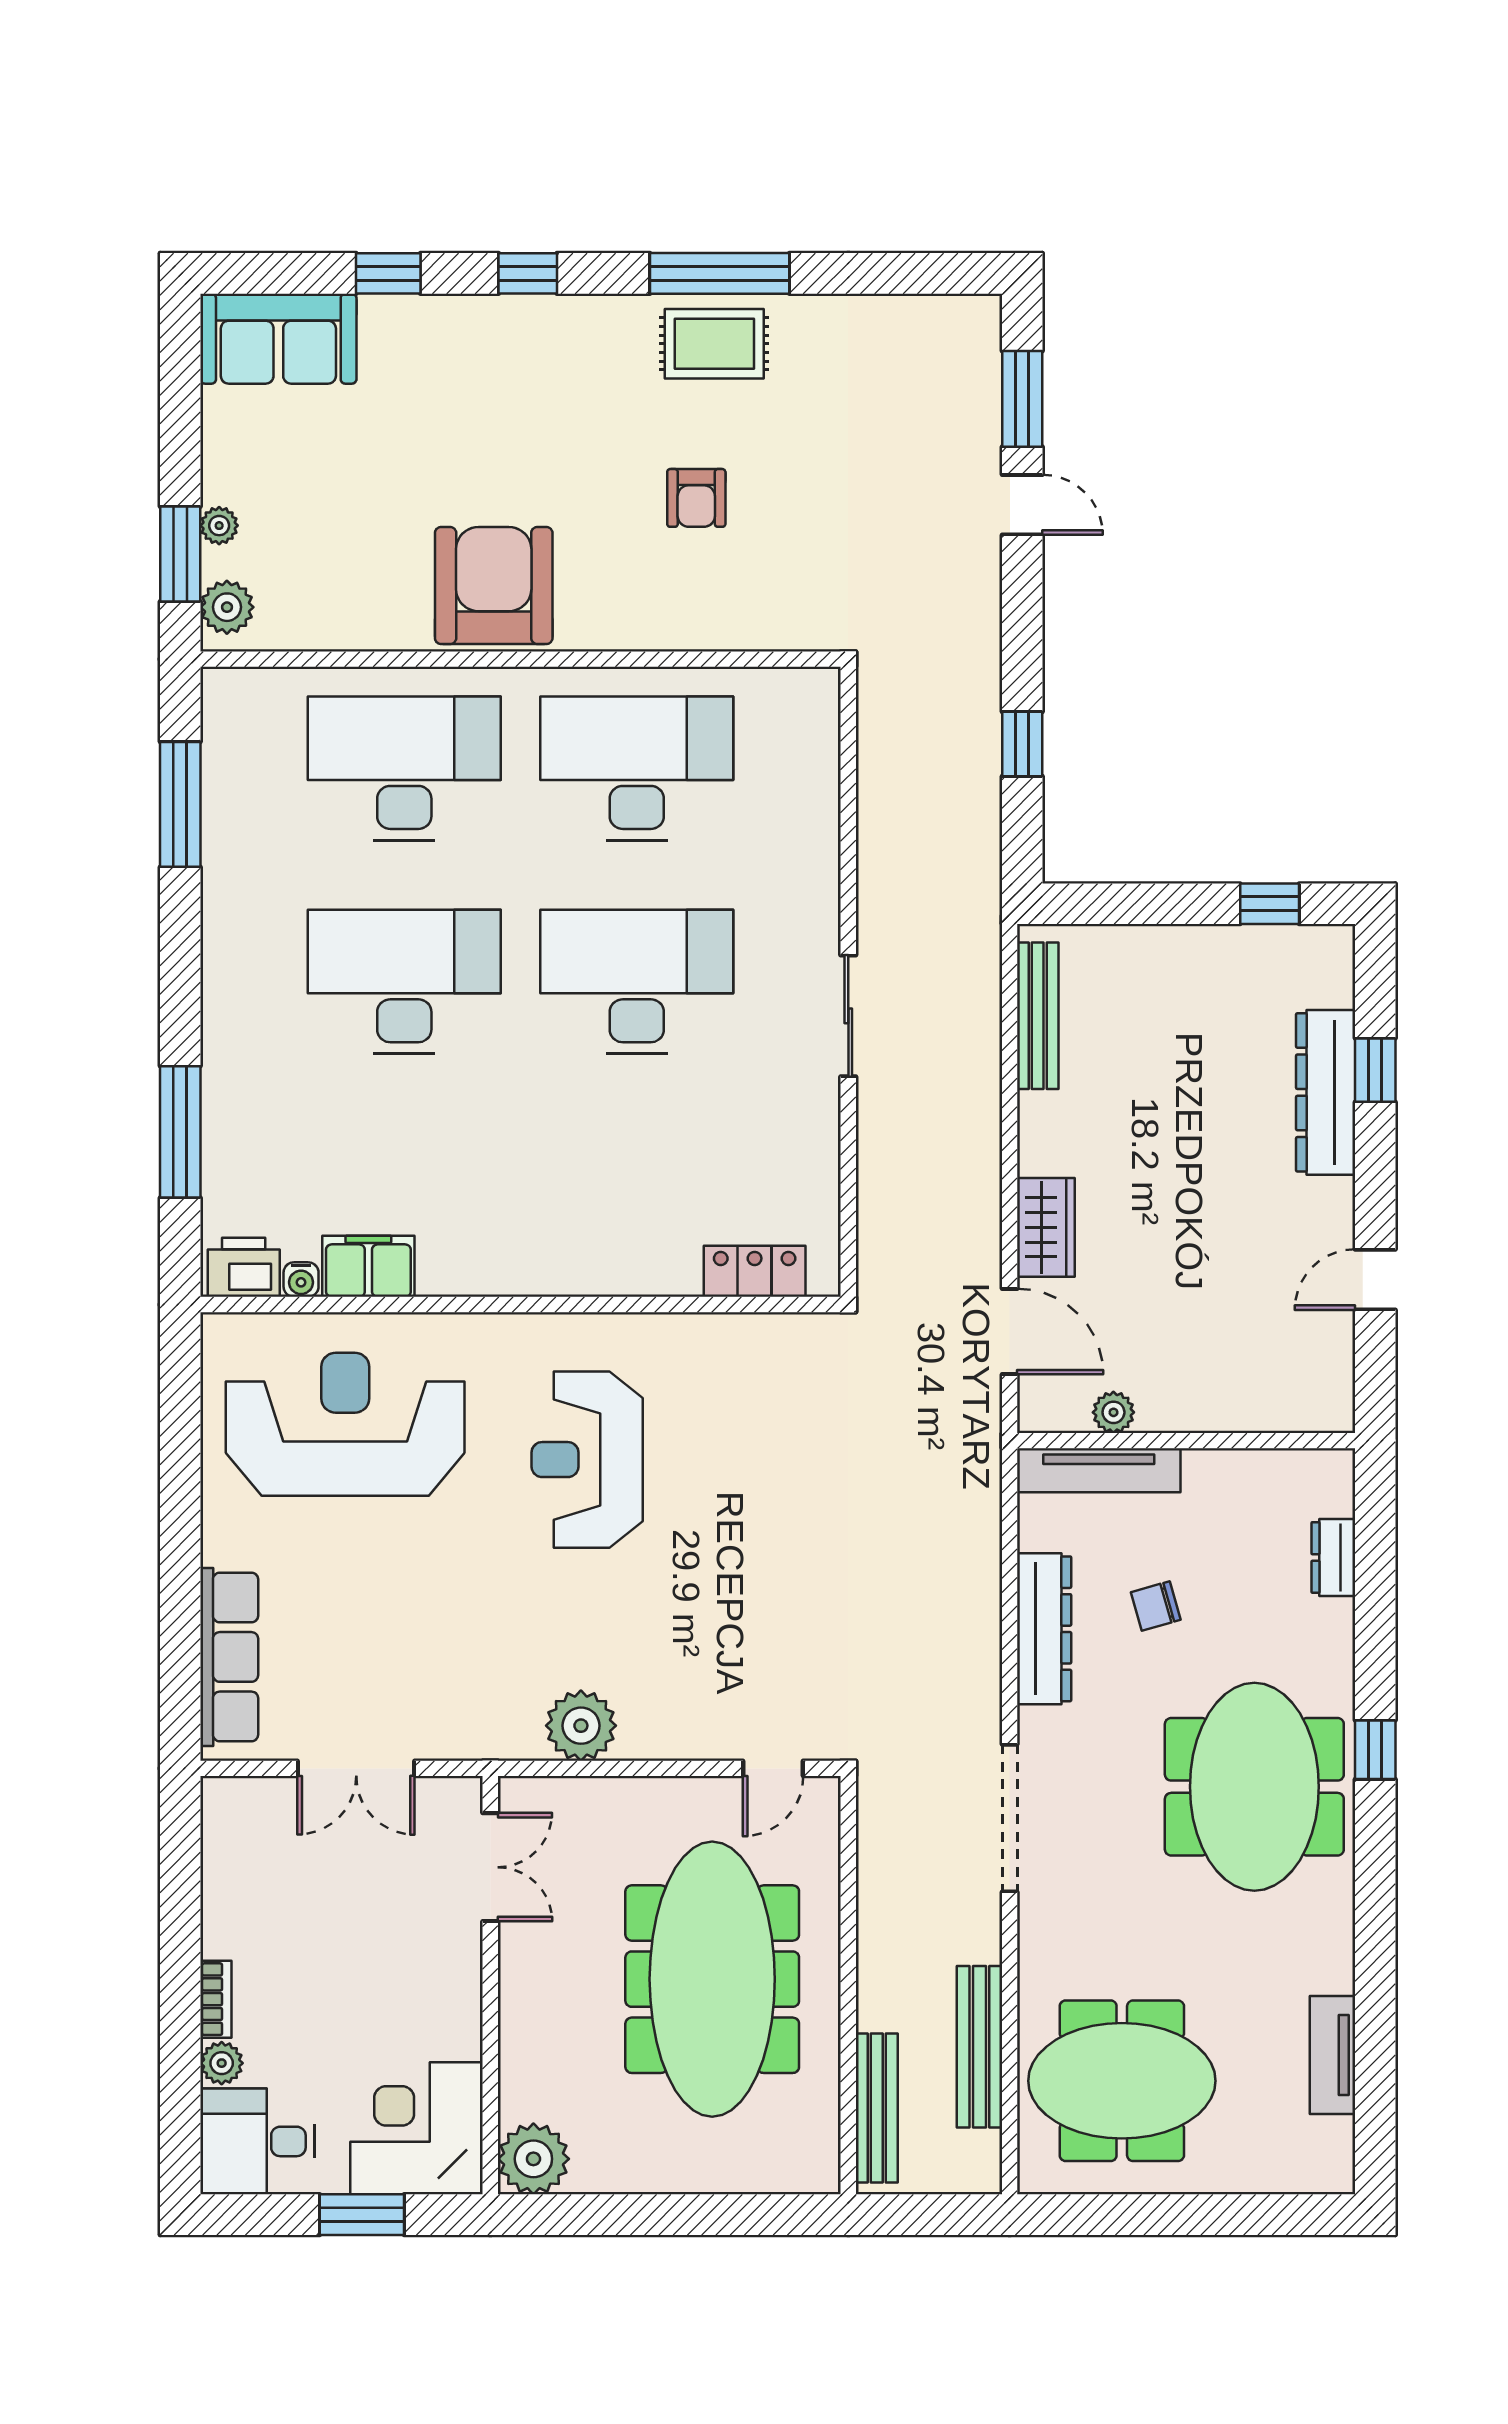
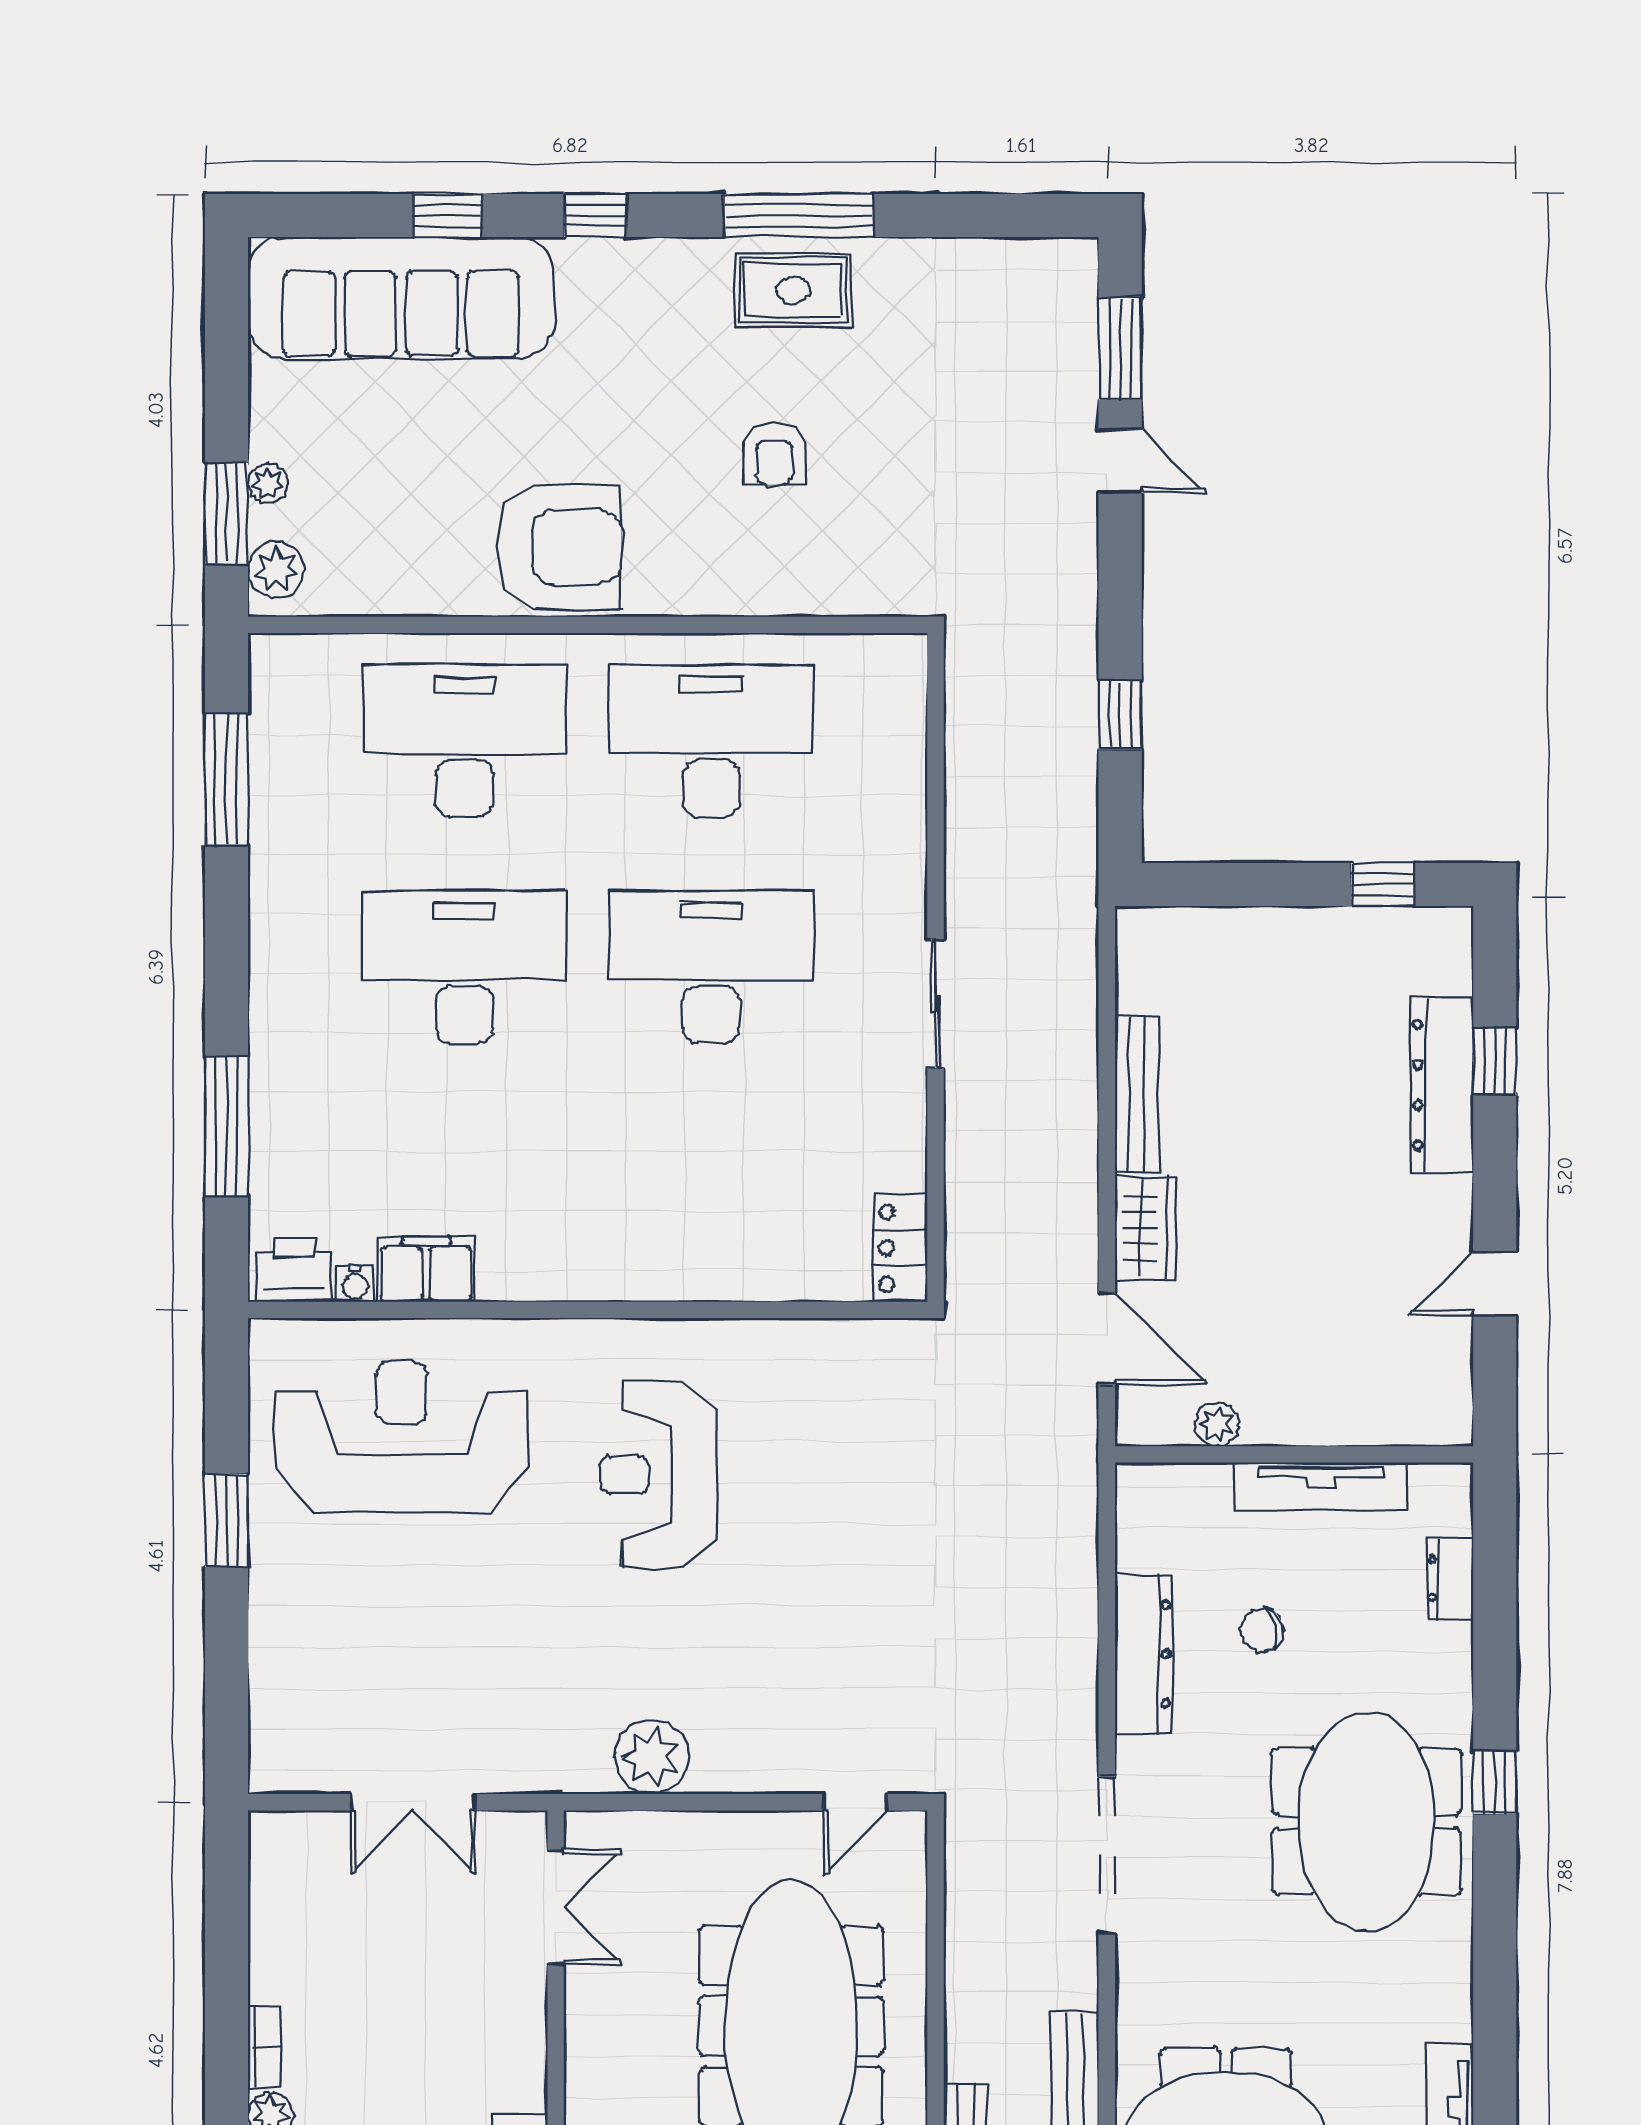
sofa: (278, 339) -> (401, 298), width x1.85, depth x1.27
armchair: (494, 586) -> (559, 547), turned 90
bench: (1038, 1016) -> (1137, 1093), moved
locker: (755, 1271) -> (900, 1248), moved, turned -90
tv unit: (1099, 1470) -> (1321, 1486), moved
window: (180, 1503) -> (226, 1521), added
row of seats: (229, 1657) -> (278, 1684), removed

